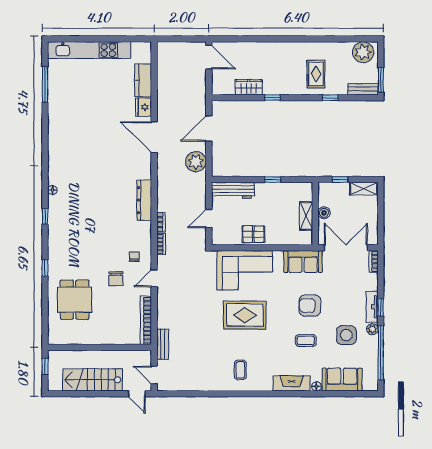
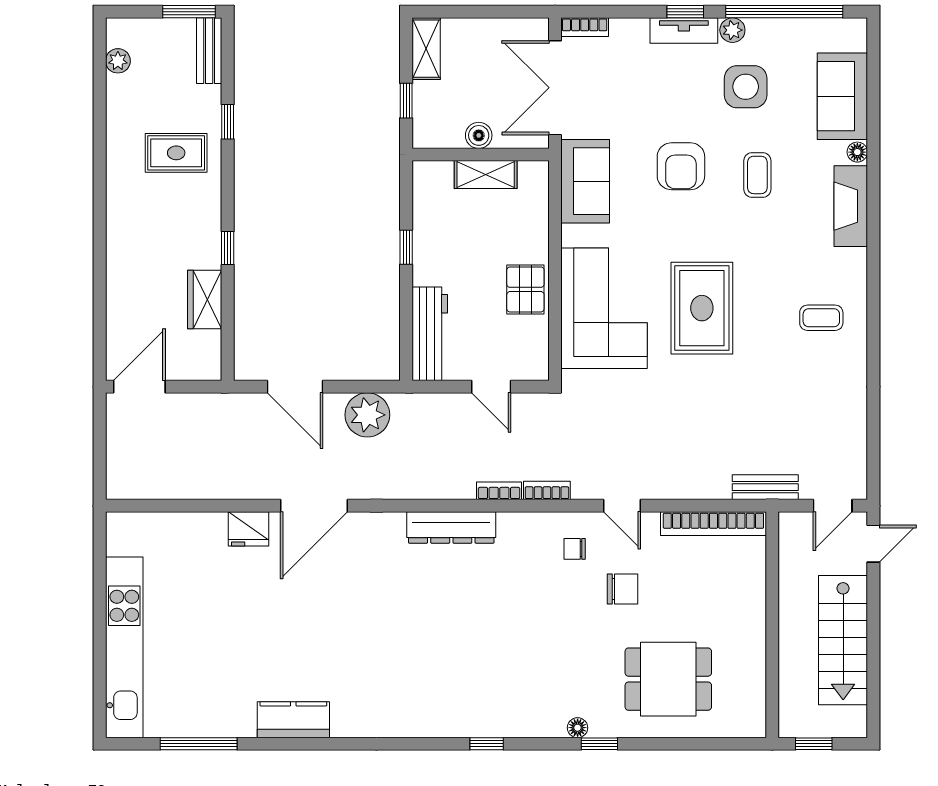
plant: (363, 52) -> (118, 61), width x0.53, depth x0.53
kitchen counter: (143, 80) -> (293, 720), moved, turned 180
floor lamp: (52, 190) -> (578, 728), moved

